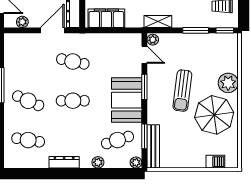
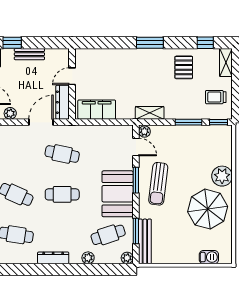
sun lounger: (182, 91) -> (158, 184), moved

